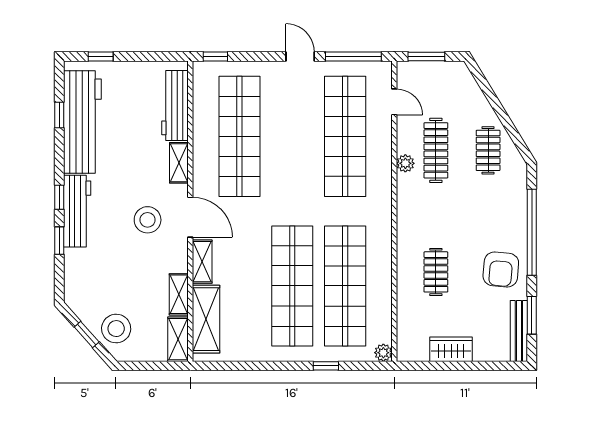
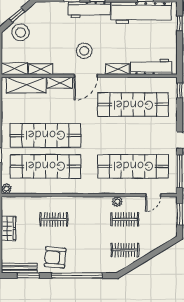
clothes rail: (436, 150) -> (125, 219), width x0.73

